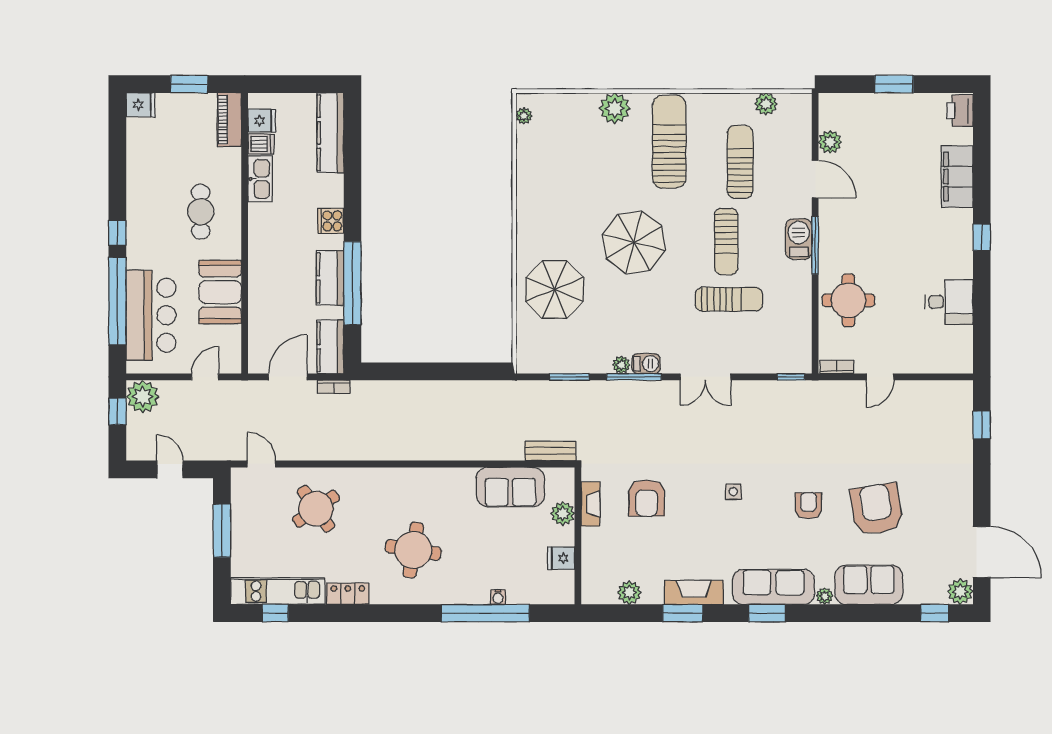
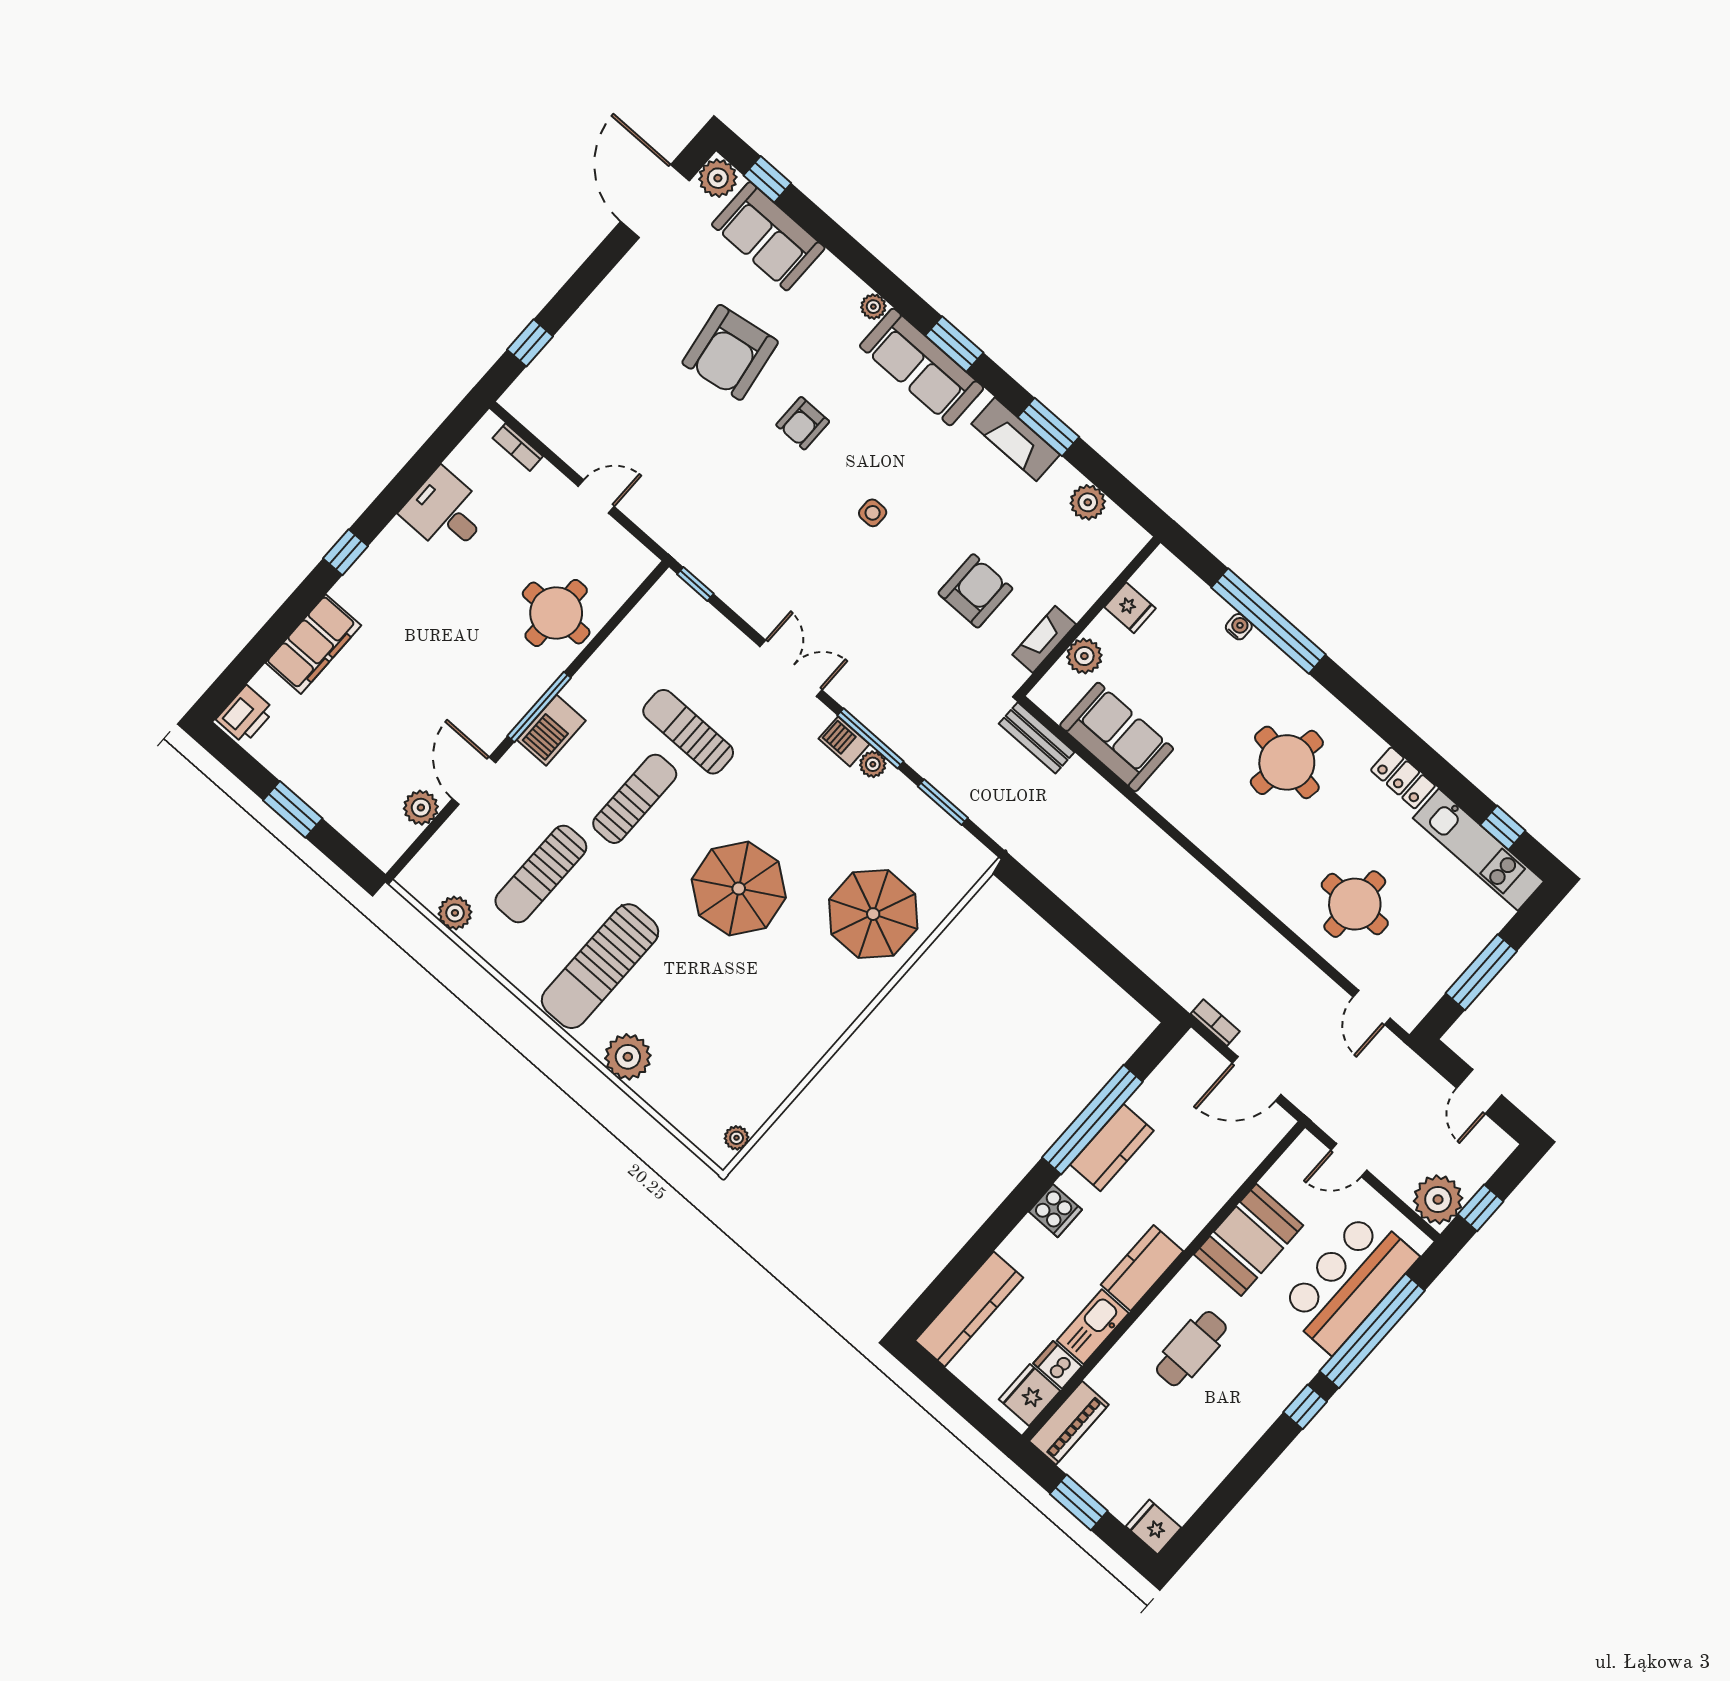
fridge: (262, 121) -> (1030, 1395), width x1.38
kitchen counter: (330, 347) -> (1142, 1268), moved, turned 180
bookcase: (837, 367) -> (518, 447), moved
round table: (316, 509) -> (1355, 904), turned 35
sofa: (869, 585) -> (768, 236), moved

